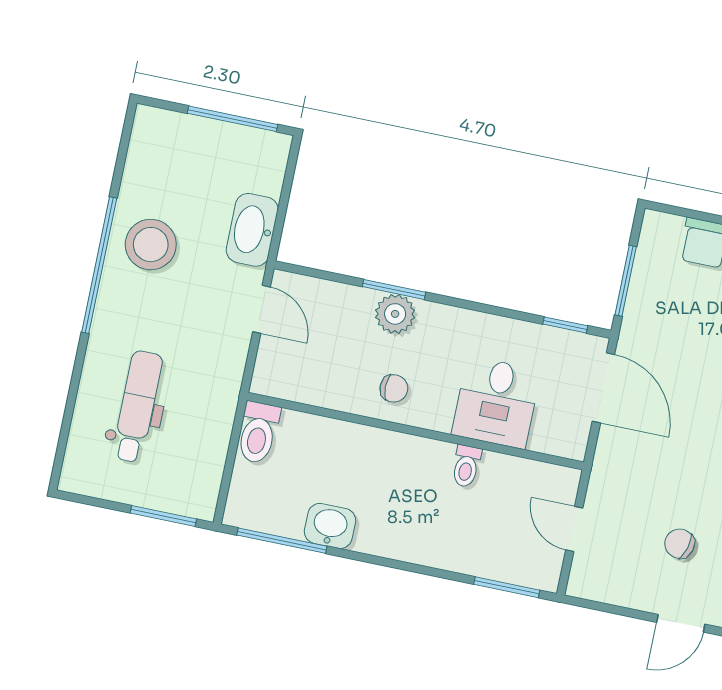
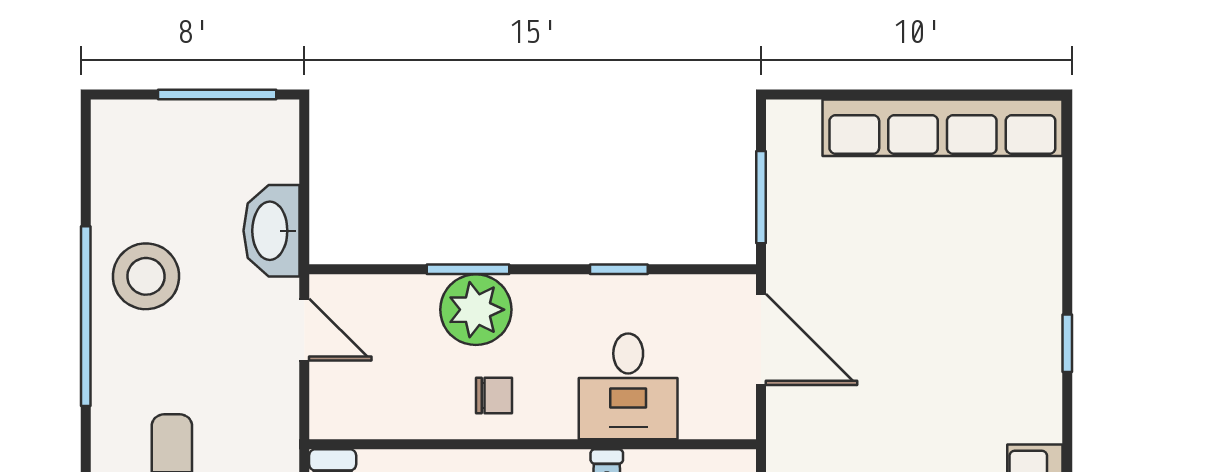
plant: (395, 314) -> (476, 310), width x1.36, depth x1.36
window: (565, 325) -> (619, 269), moved

